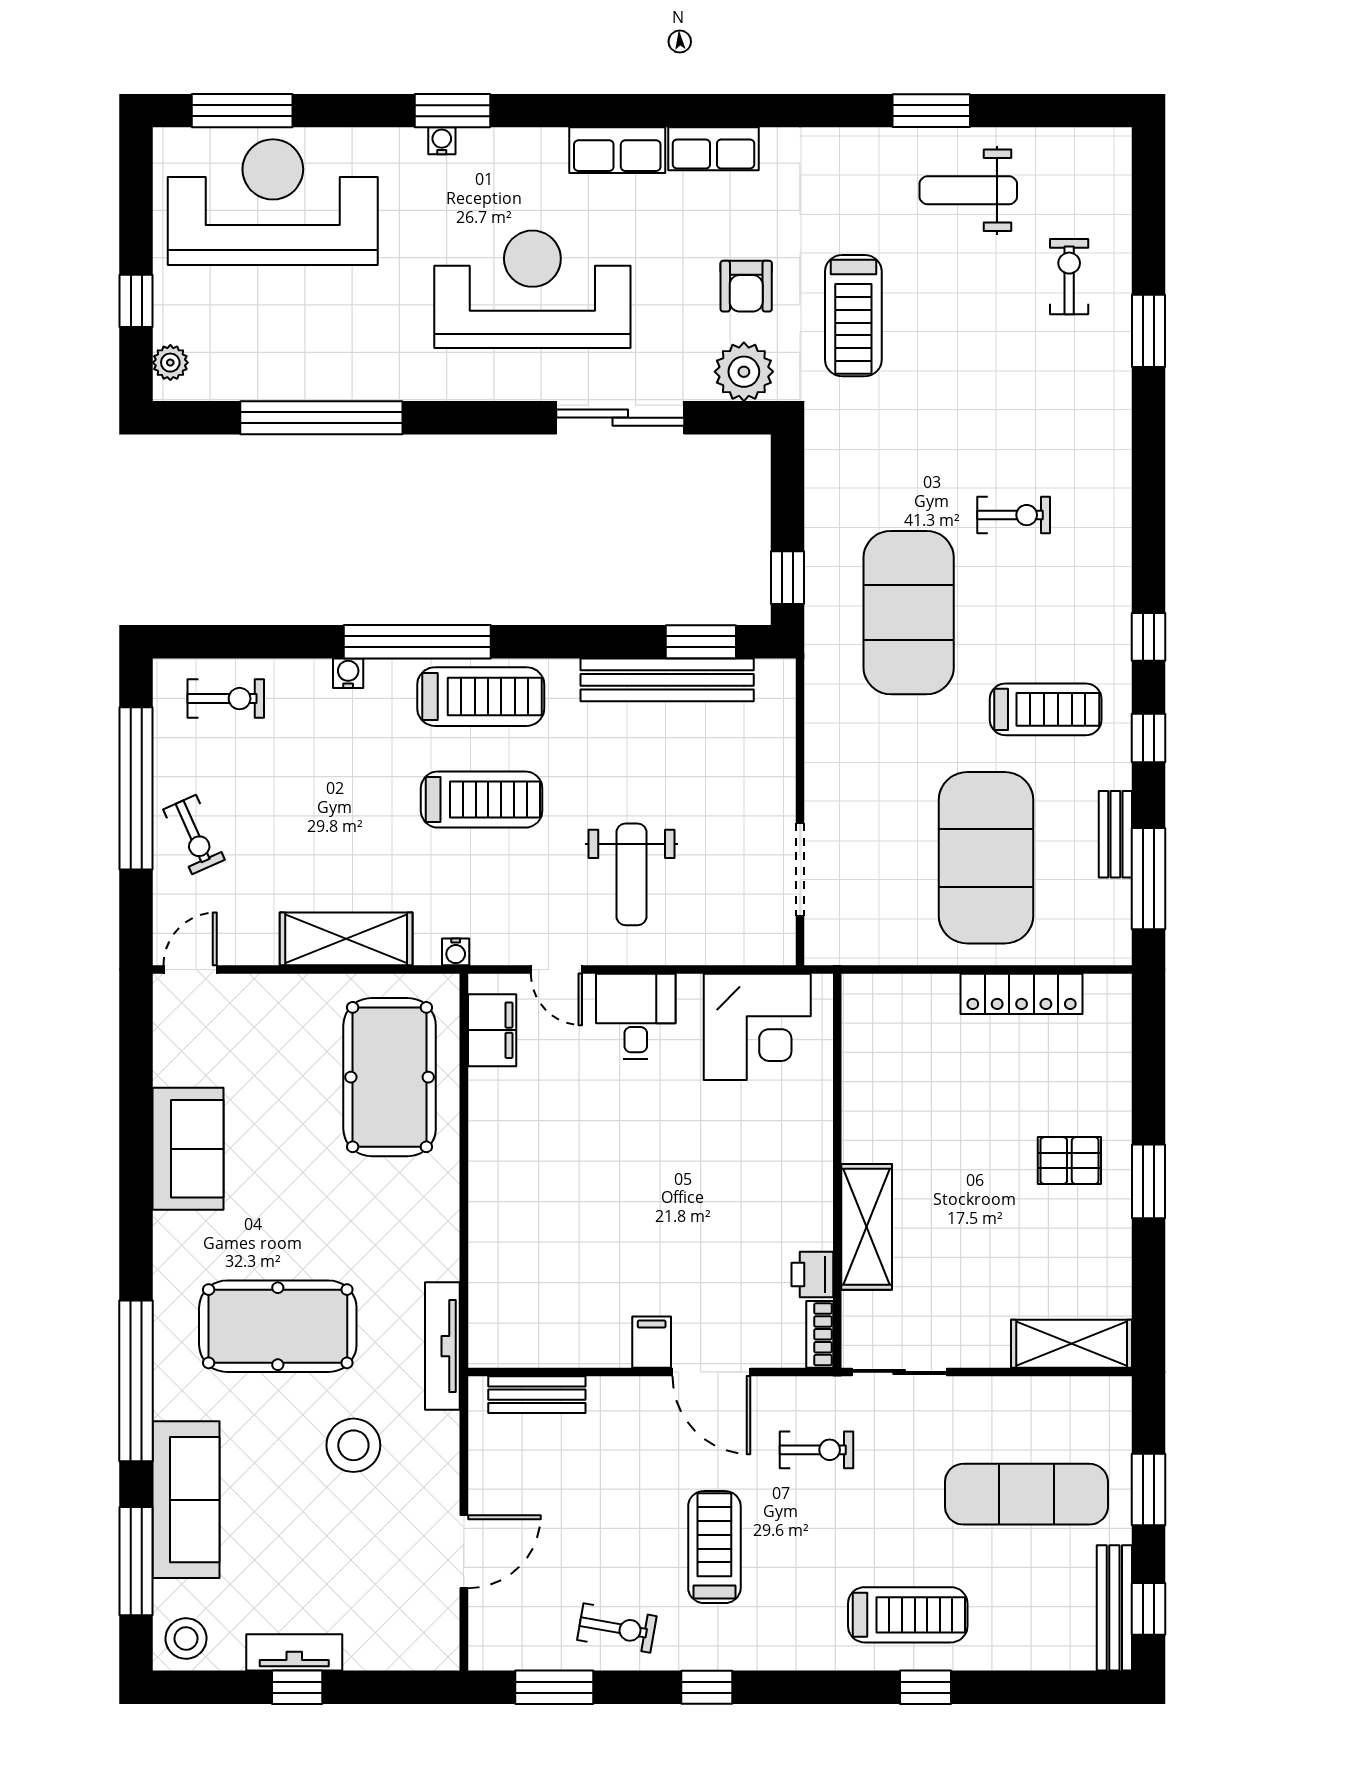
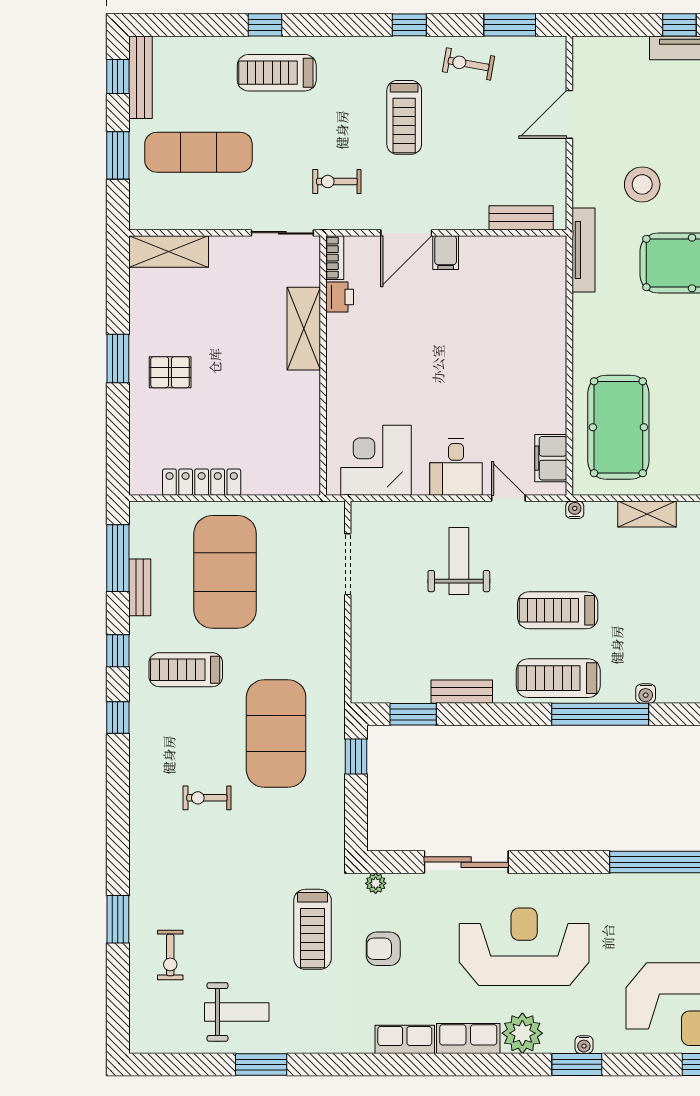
plant: (535, 158) -> (522, 1033), added
armchair: (746, 286) -> (383, 949), turned -90
reception desk: (532, 289) -> (524, 947), turned 180
treadmill: (853, 316) -> (313, 929), turned 180
plant: (744, 372) -> (376, 883), width x0.53, depth x0.53
bench: (667, 680) -> (462, 692), width x0.54, depth x0.82
shelving: (346, 939) -> (647, 514), width x0.67, depth x0.75
door: (711, 1372) -> (406, 233), swing flipped

